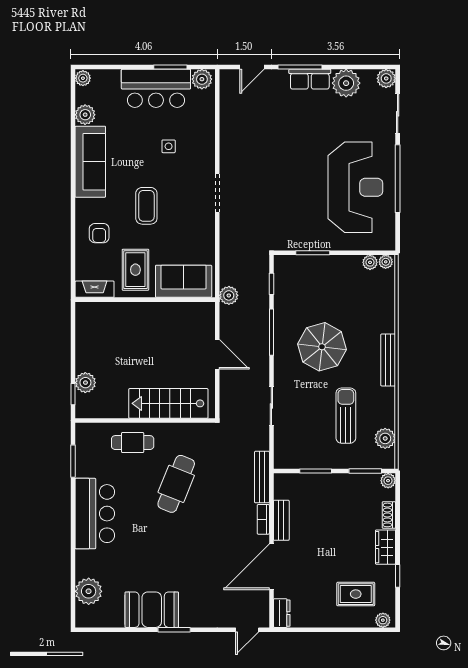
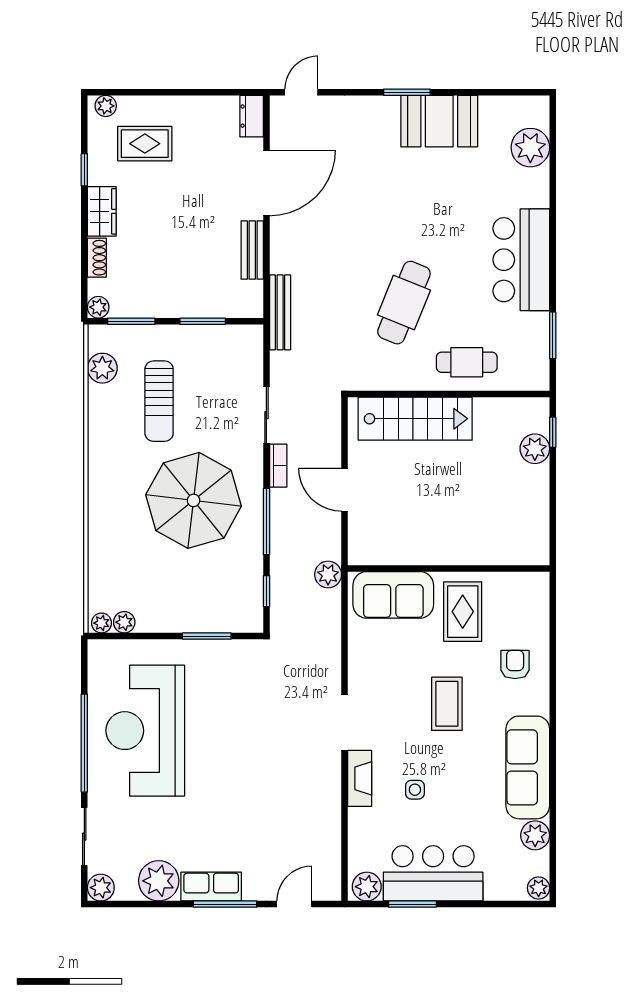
fireplace: (95, 289) -> (360, 778), moved, turned -90
parasol: (322, 347) -> (194, 500), width x1.36, depth x1.36
bench: (388, 360) -> (98, 481), removed
bookcase: (263, 519) -> (278, 466), moved

